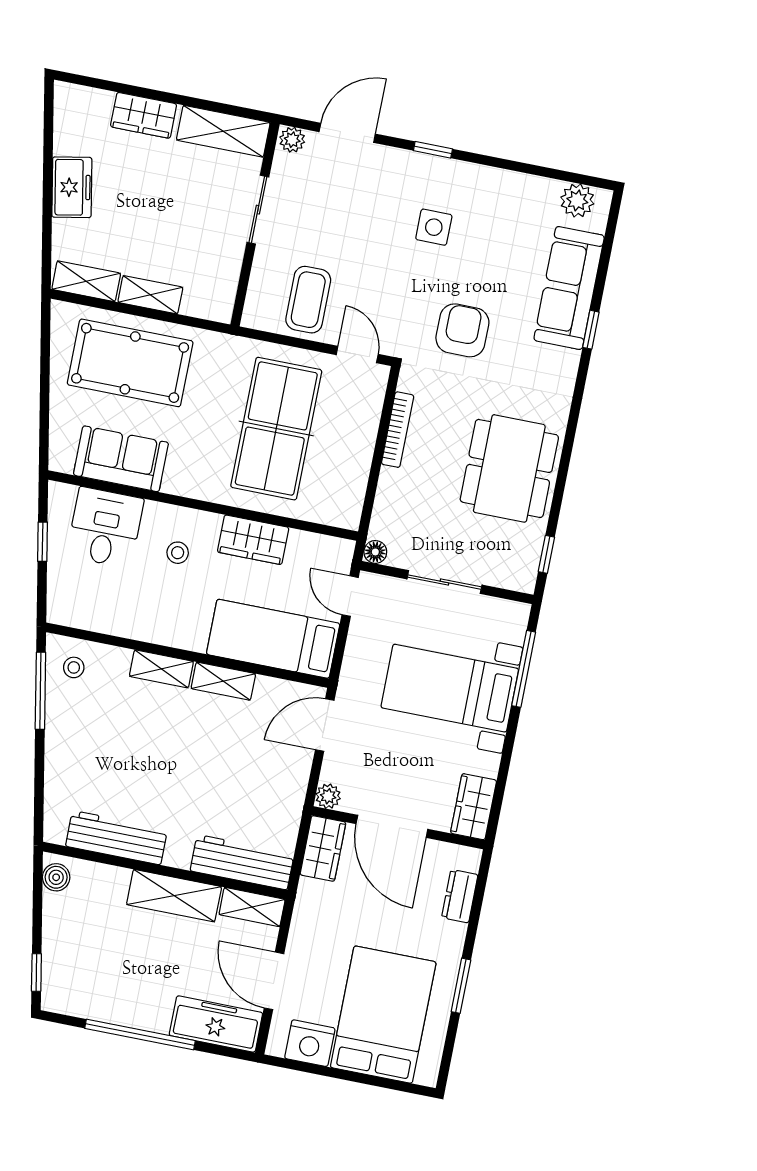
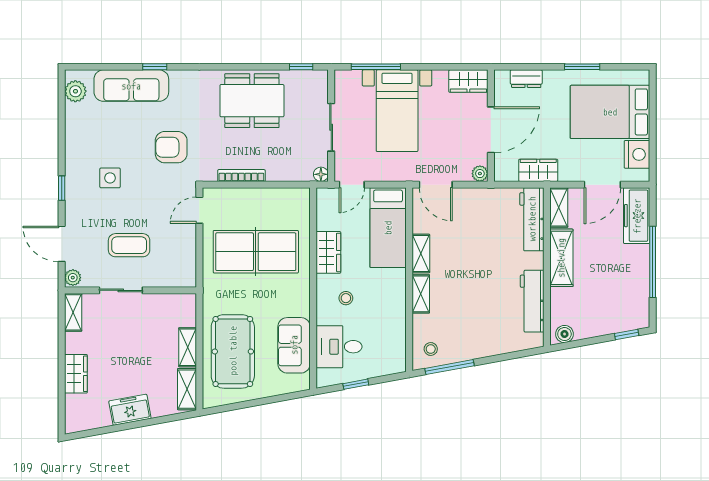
shelving: (223, 131) -> (73, 312), width x0.67, depth x0.75
coffee table: (308, 300) -> (129, 245), moved
wardrobe: (323, 848) -> (538, 170), moved

